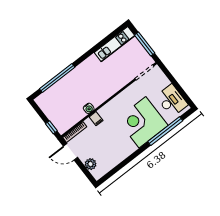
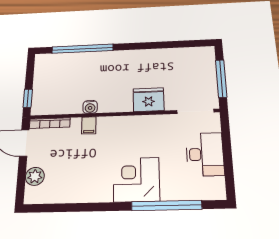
kitchen unit: (115, 44) -> (182, 55), removed
fridge: (116, 83) -> (149, 100), added
desk: (172, 101) -> (205, 154), moved
corner desk: (142, 122) -> (136, 180), width x0.74, depth x0.74

